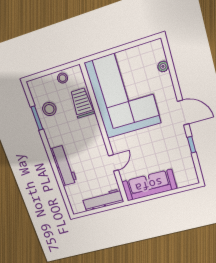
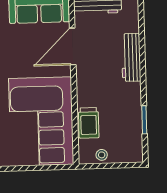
stool: (49, 109) -> (127, 126), removed
door: (114, 163) -> (73, 46), width x1.87

